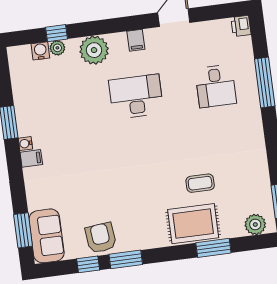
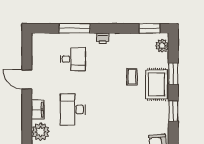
printer: (241, 26) -> (103, 38), moved
filing cabinet: (136, 40) -> (38, 110), width x2.00
window: (126, 259) -> (173, 111), moved

